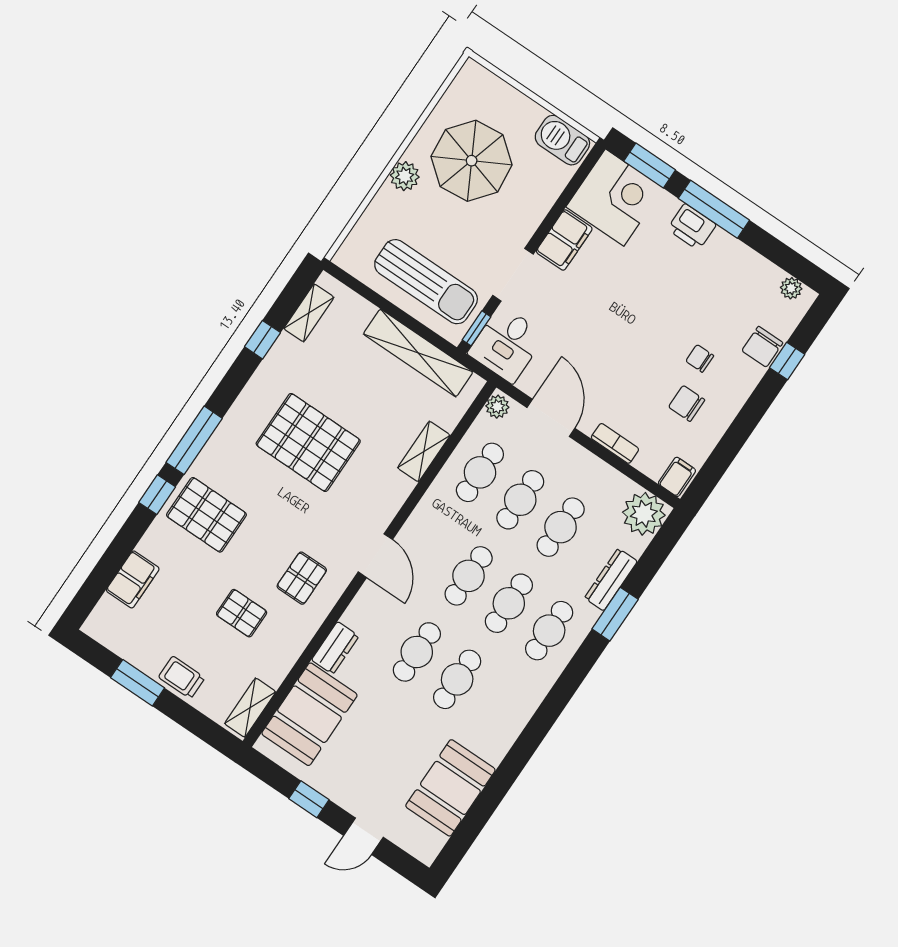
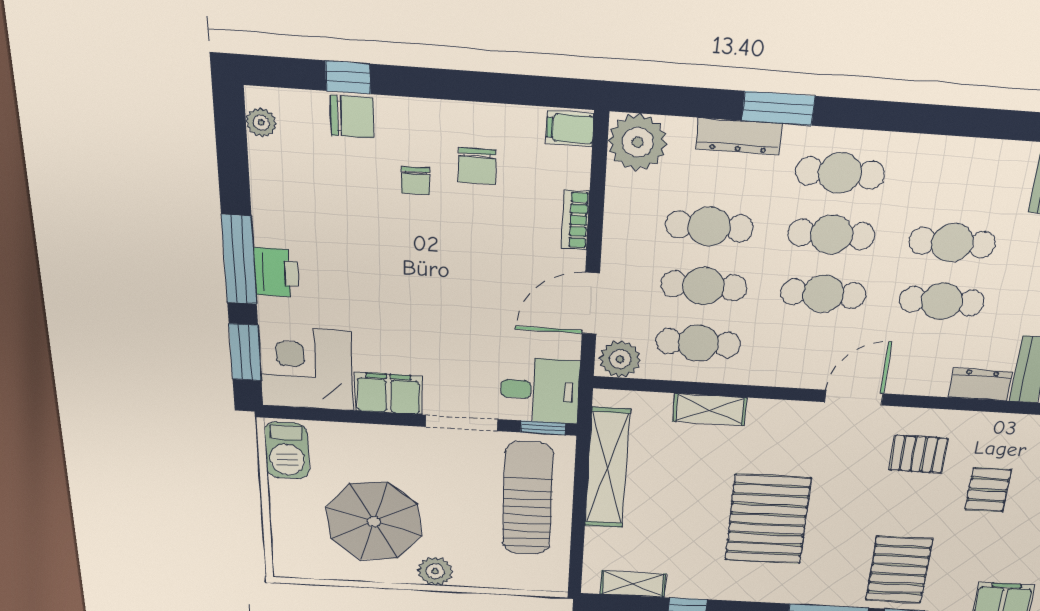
plant: (497, 407) -> (620, 359), width x1.38, depth x1.38

